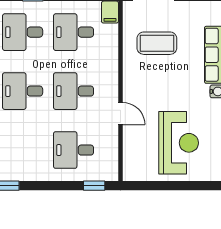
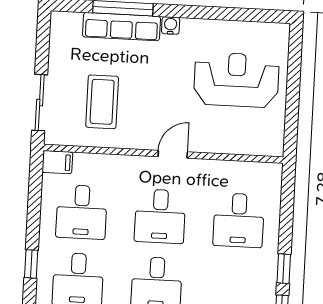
door: (120, 114) -> (173, 154), moved
window: (94, 186) -> (284, 269), moved

